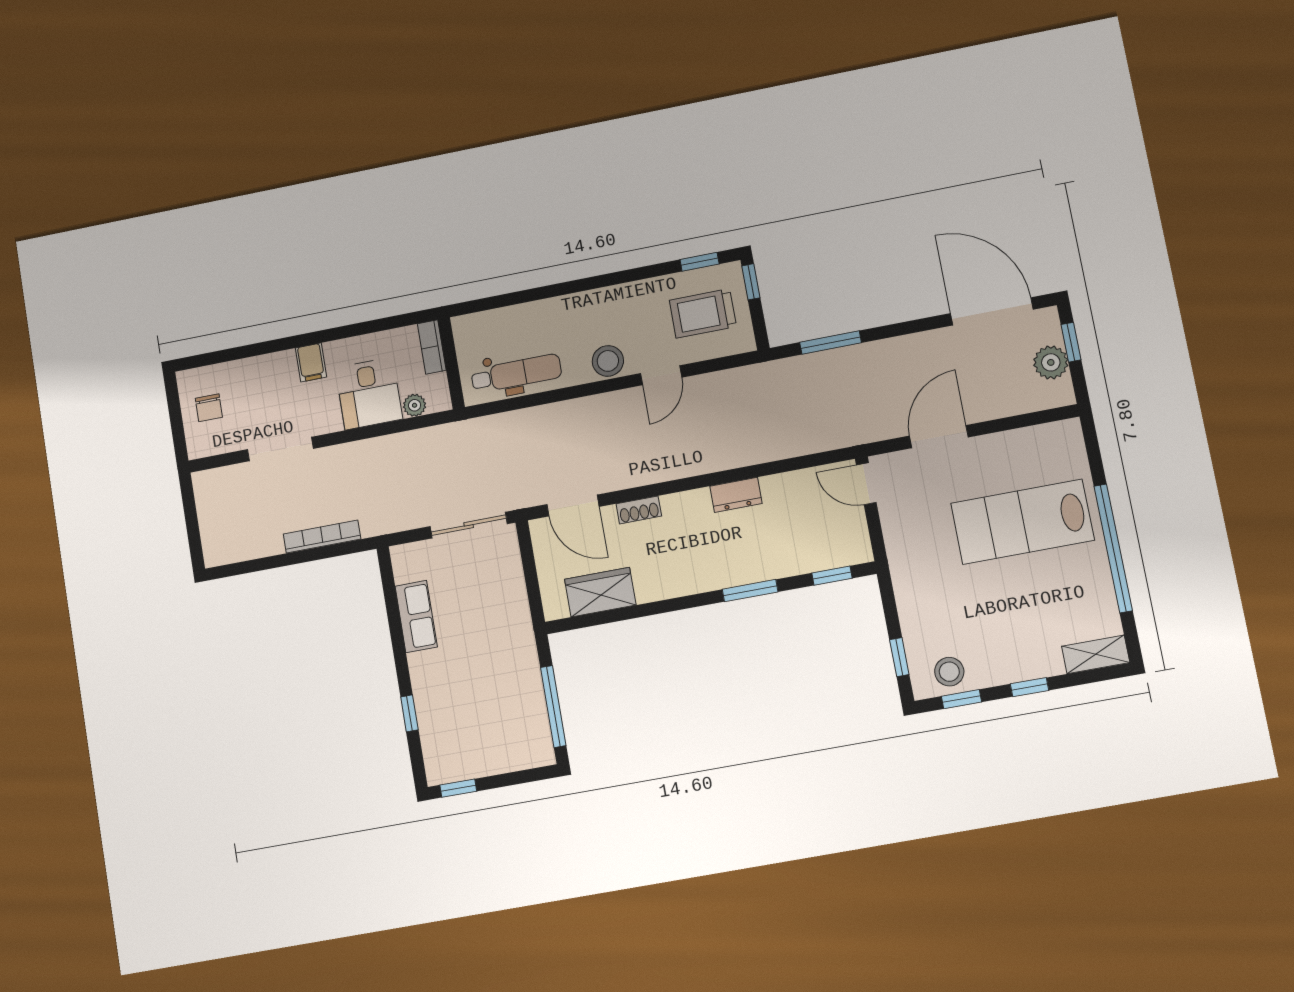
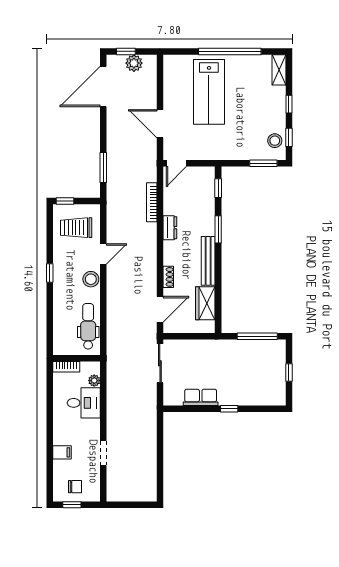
window: (700, 262) -> (50, 273), moved
trolley: (703, 313) -> (76, 228), turned 90
filing cabinet: (311, 362) -> (62, 452), moved
door: (661, 375) -> (103, 254), hinge flipped
window: (174, 408) -> (72, 505), added
doorway: (280, 449) -> (103, 453), width x0.73
bookcase: (322, 537) -> (152, 202), moved
bench: (684, 582) -> (208, 261), added
window: (899, 657) -> (263, 163), width x1.50
window: (409, 713) -> (229, 409), moved
window: (458, 788) -> (289, 373), moved

